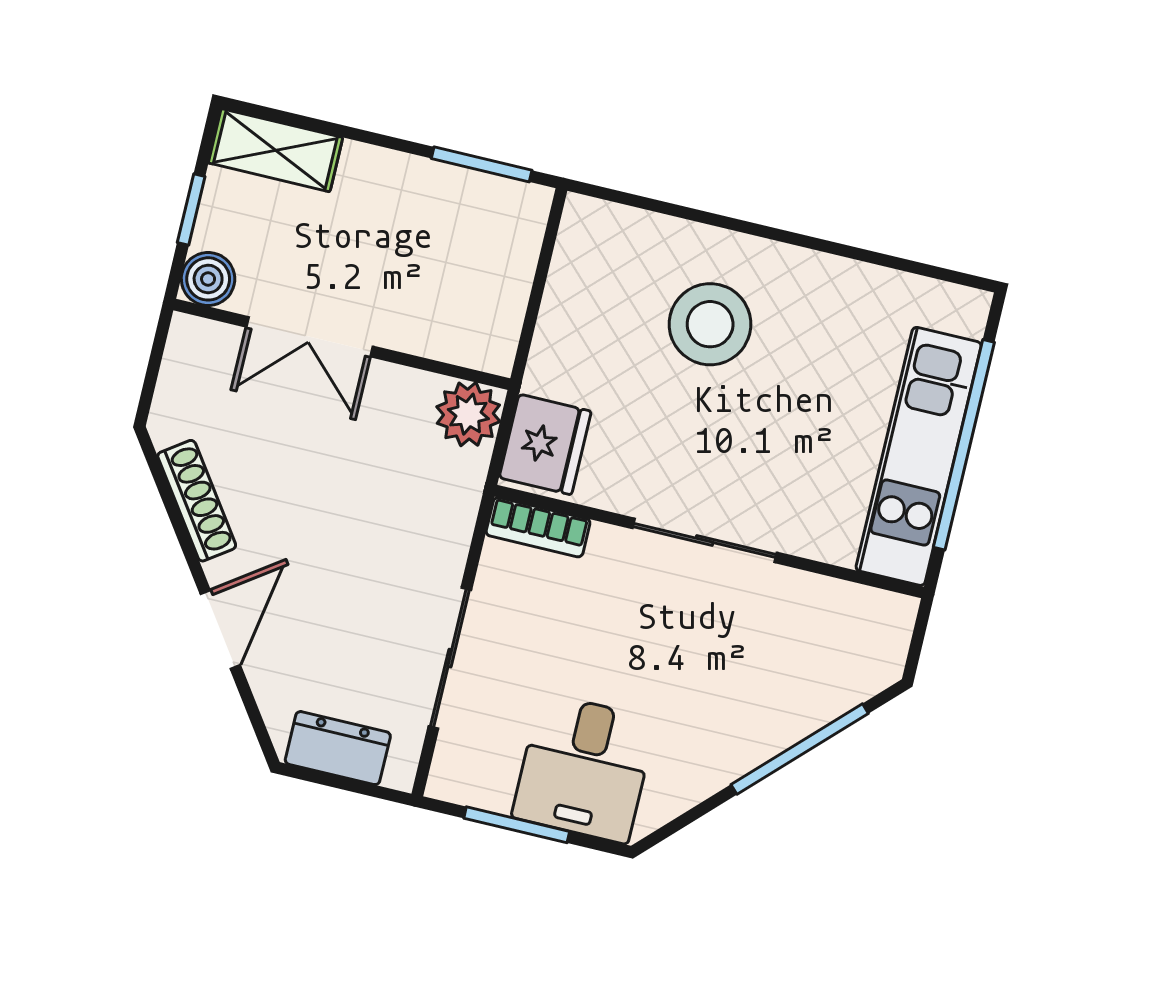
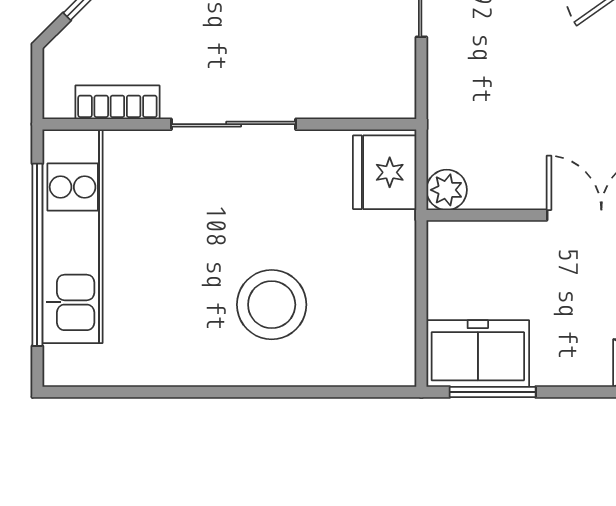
freezer: (488, 212) -> (478, 354), added
plant: (468, 414) -> (447, 190), width x0.73, depth x0.73
bookcase: (538, 527) -> (117, 102), moved

